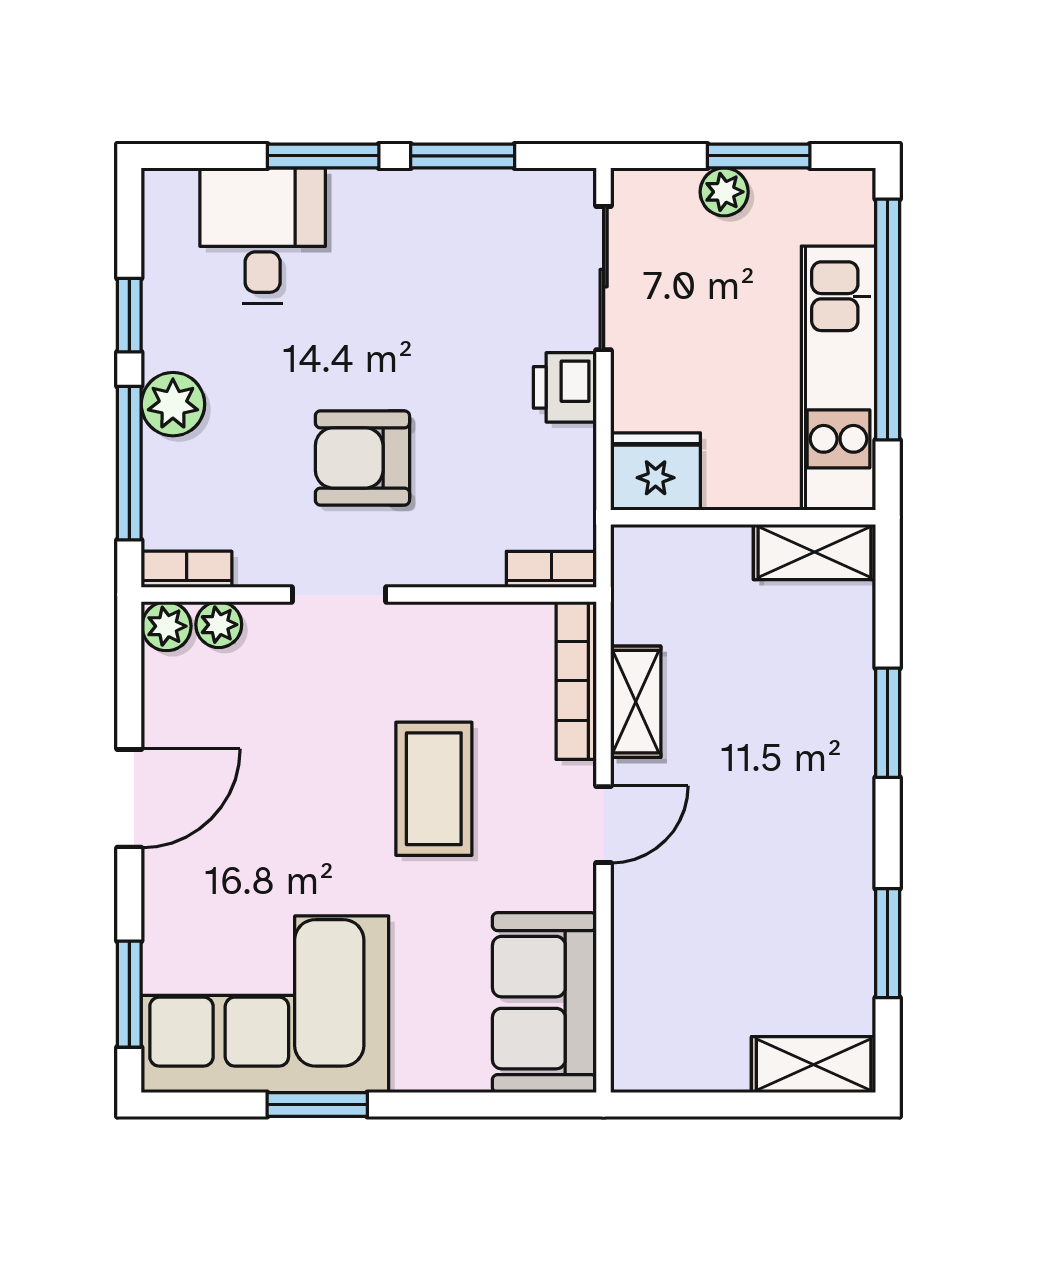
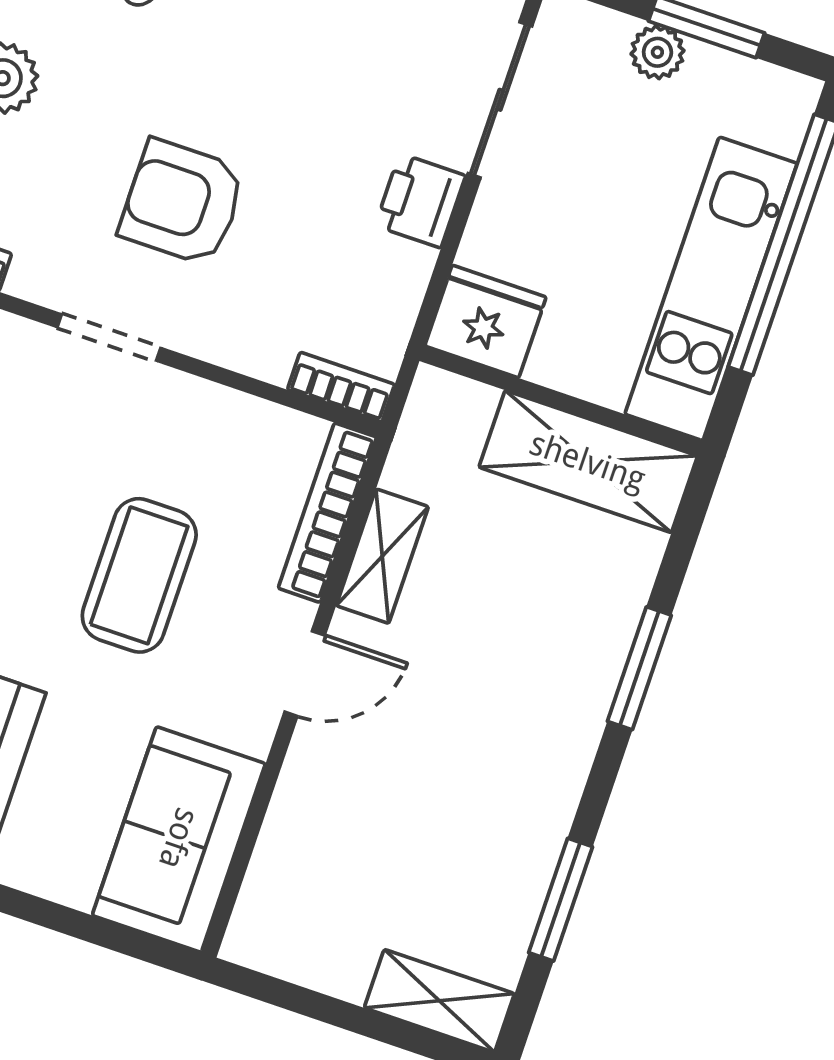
shelving: (815, 552) -> (588, 461), width x1.50, depth x1.33

